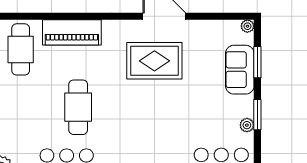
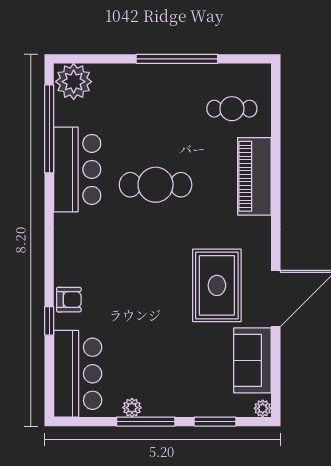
cafe table: (21, 49) -> (232, 109), width x0.73, depth x0.74
sofa: (240, 70) -> (252, 360), moved, turned -90
window: (257, 115) -> (146, 422), width x1.44

